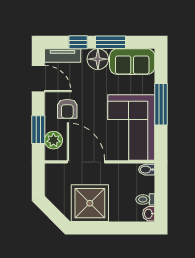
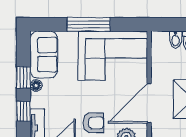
window: (110, 42) -> (24, 77), width x0.67
floor lamp: (98, 59) -> (36, 85), width x0.53, depth x0.53
bidet: (147, 170) -> (175, 39), moved

